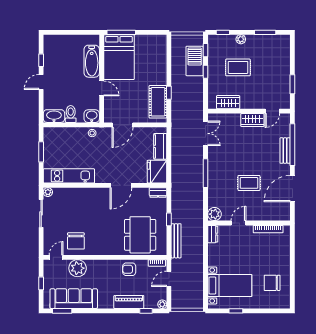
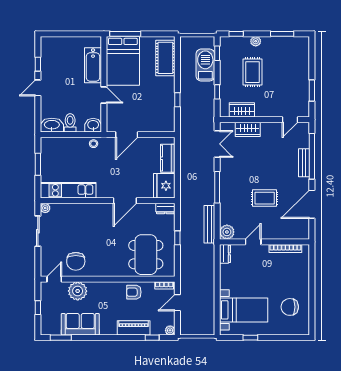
rug: (238, 67) -> (253, 72), turned 90
window: (205, 72) -> (217, 92), moved
cot: (158, 102) -> (165, 58), moved
wardrobe: (252, 120) -> (248, 129), moved
bench: (176, 241) -> (209, 224), moved
sofa: (74, 299) -> (80, 324), width x0.73

